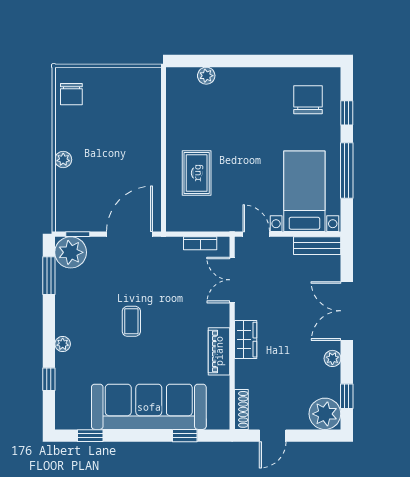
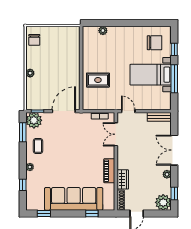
chair: (308, 100) -> (155, 43), turned 90
rug: (197, 173) -> (98, 80), turned 90
bed with nightstands: (304, 191) -> (151, 75), moved, turned -90
coffee table: (131, 321) -> (38, 146), moved
wardrobe: (246, 340) -> (123, 179), moved

